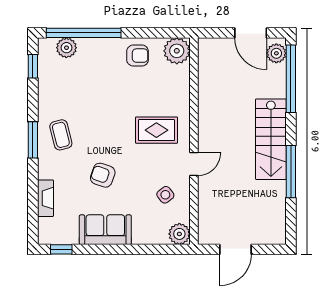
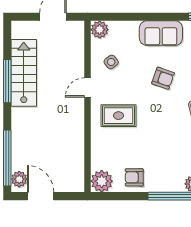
stairs: (271, 139) -> (24, 73), moved

